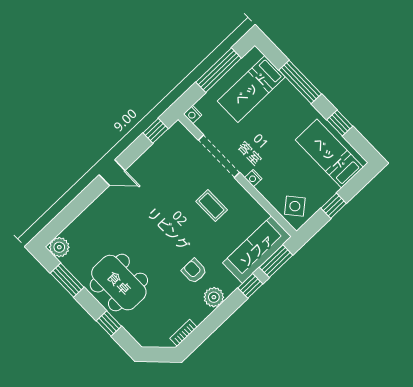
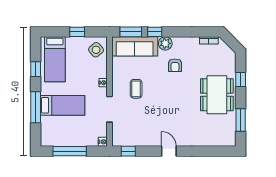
bed: (251, 89) -> (63, 105), moved
doorway: (219, 156) -> (110, 109), width x0.73
plant: (59, 247) -> (229, 140), removed
plant: (214, 297) -> (165, 43), moved

